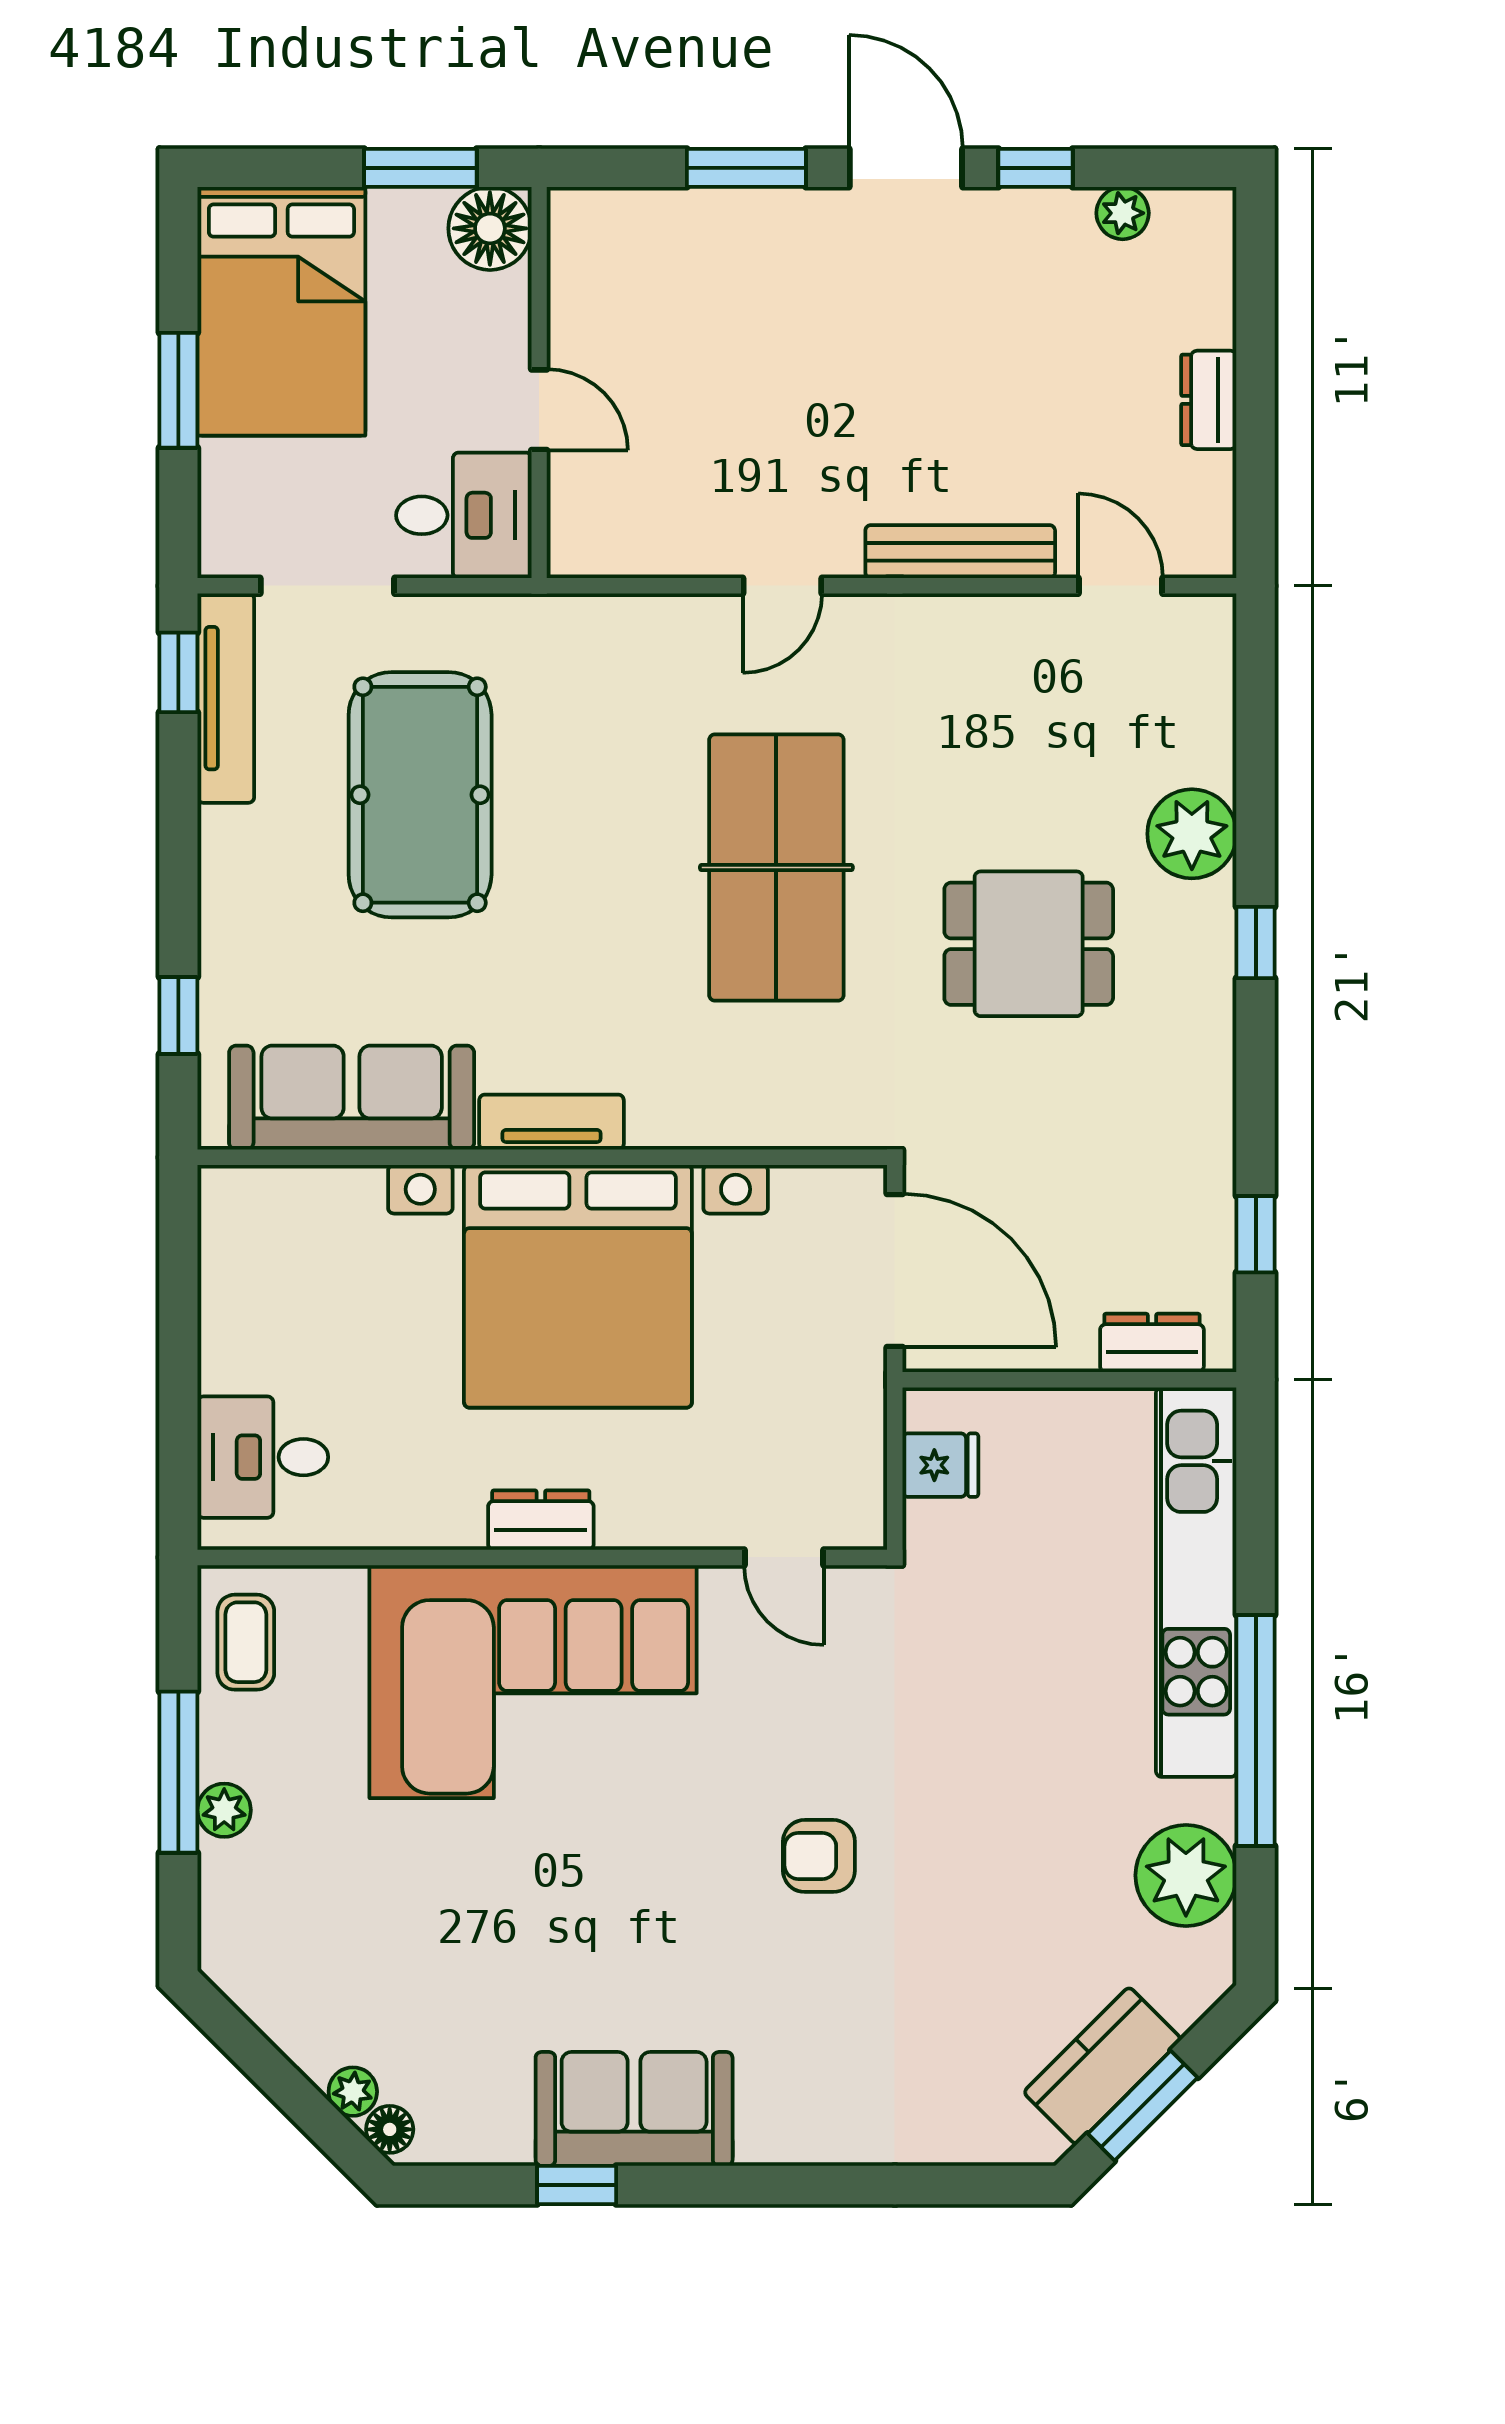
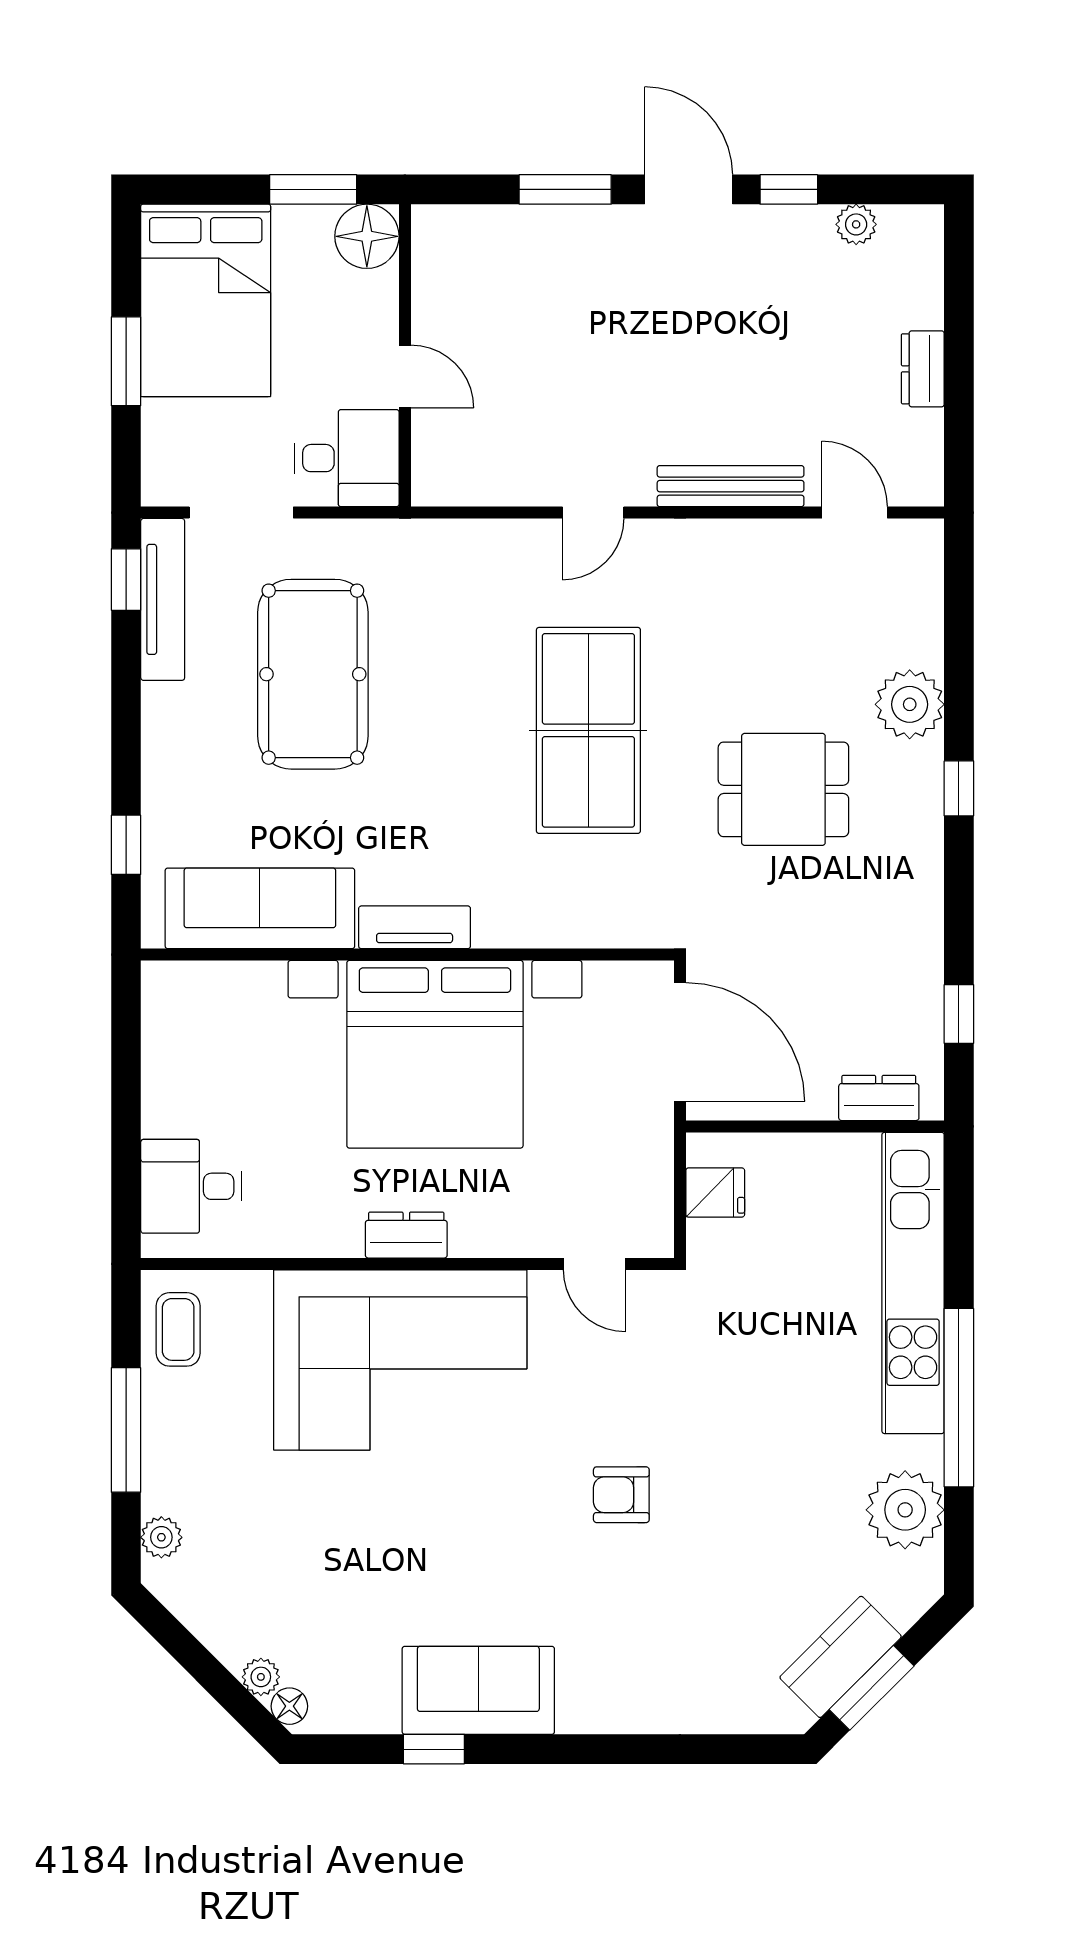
plant: (224, 1810) -> (161, 1537), moved

